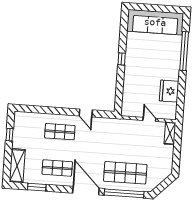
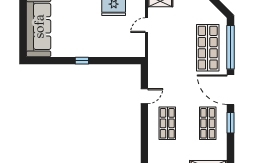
window: (37, 187) -> (231, 123), moved
door: (86, 191) -> (231, 90), hinge flipped

